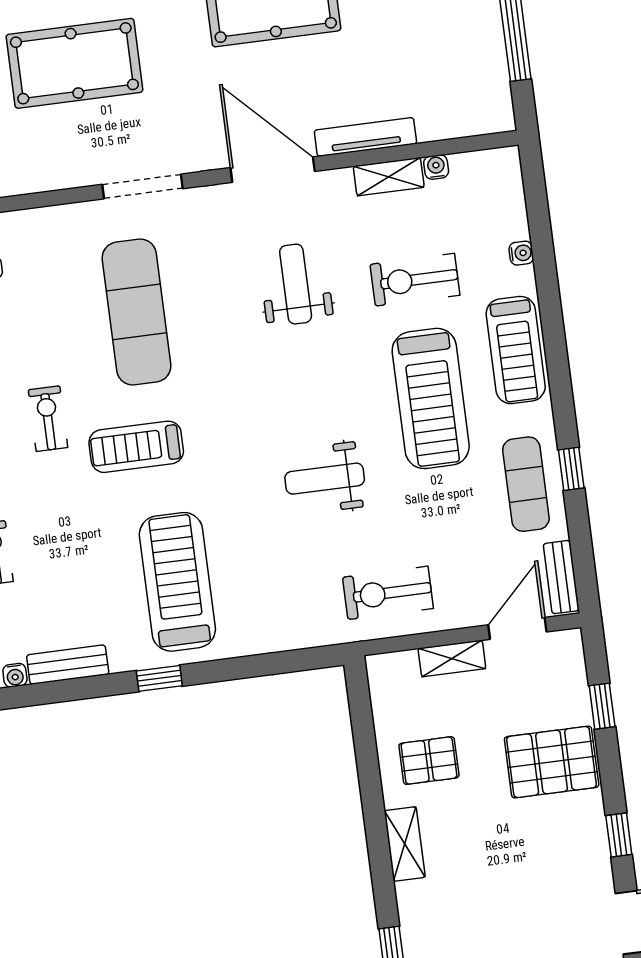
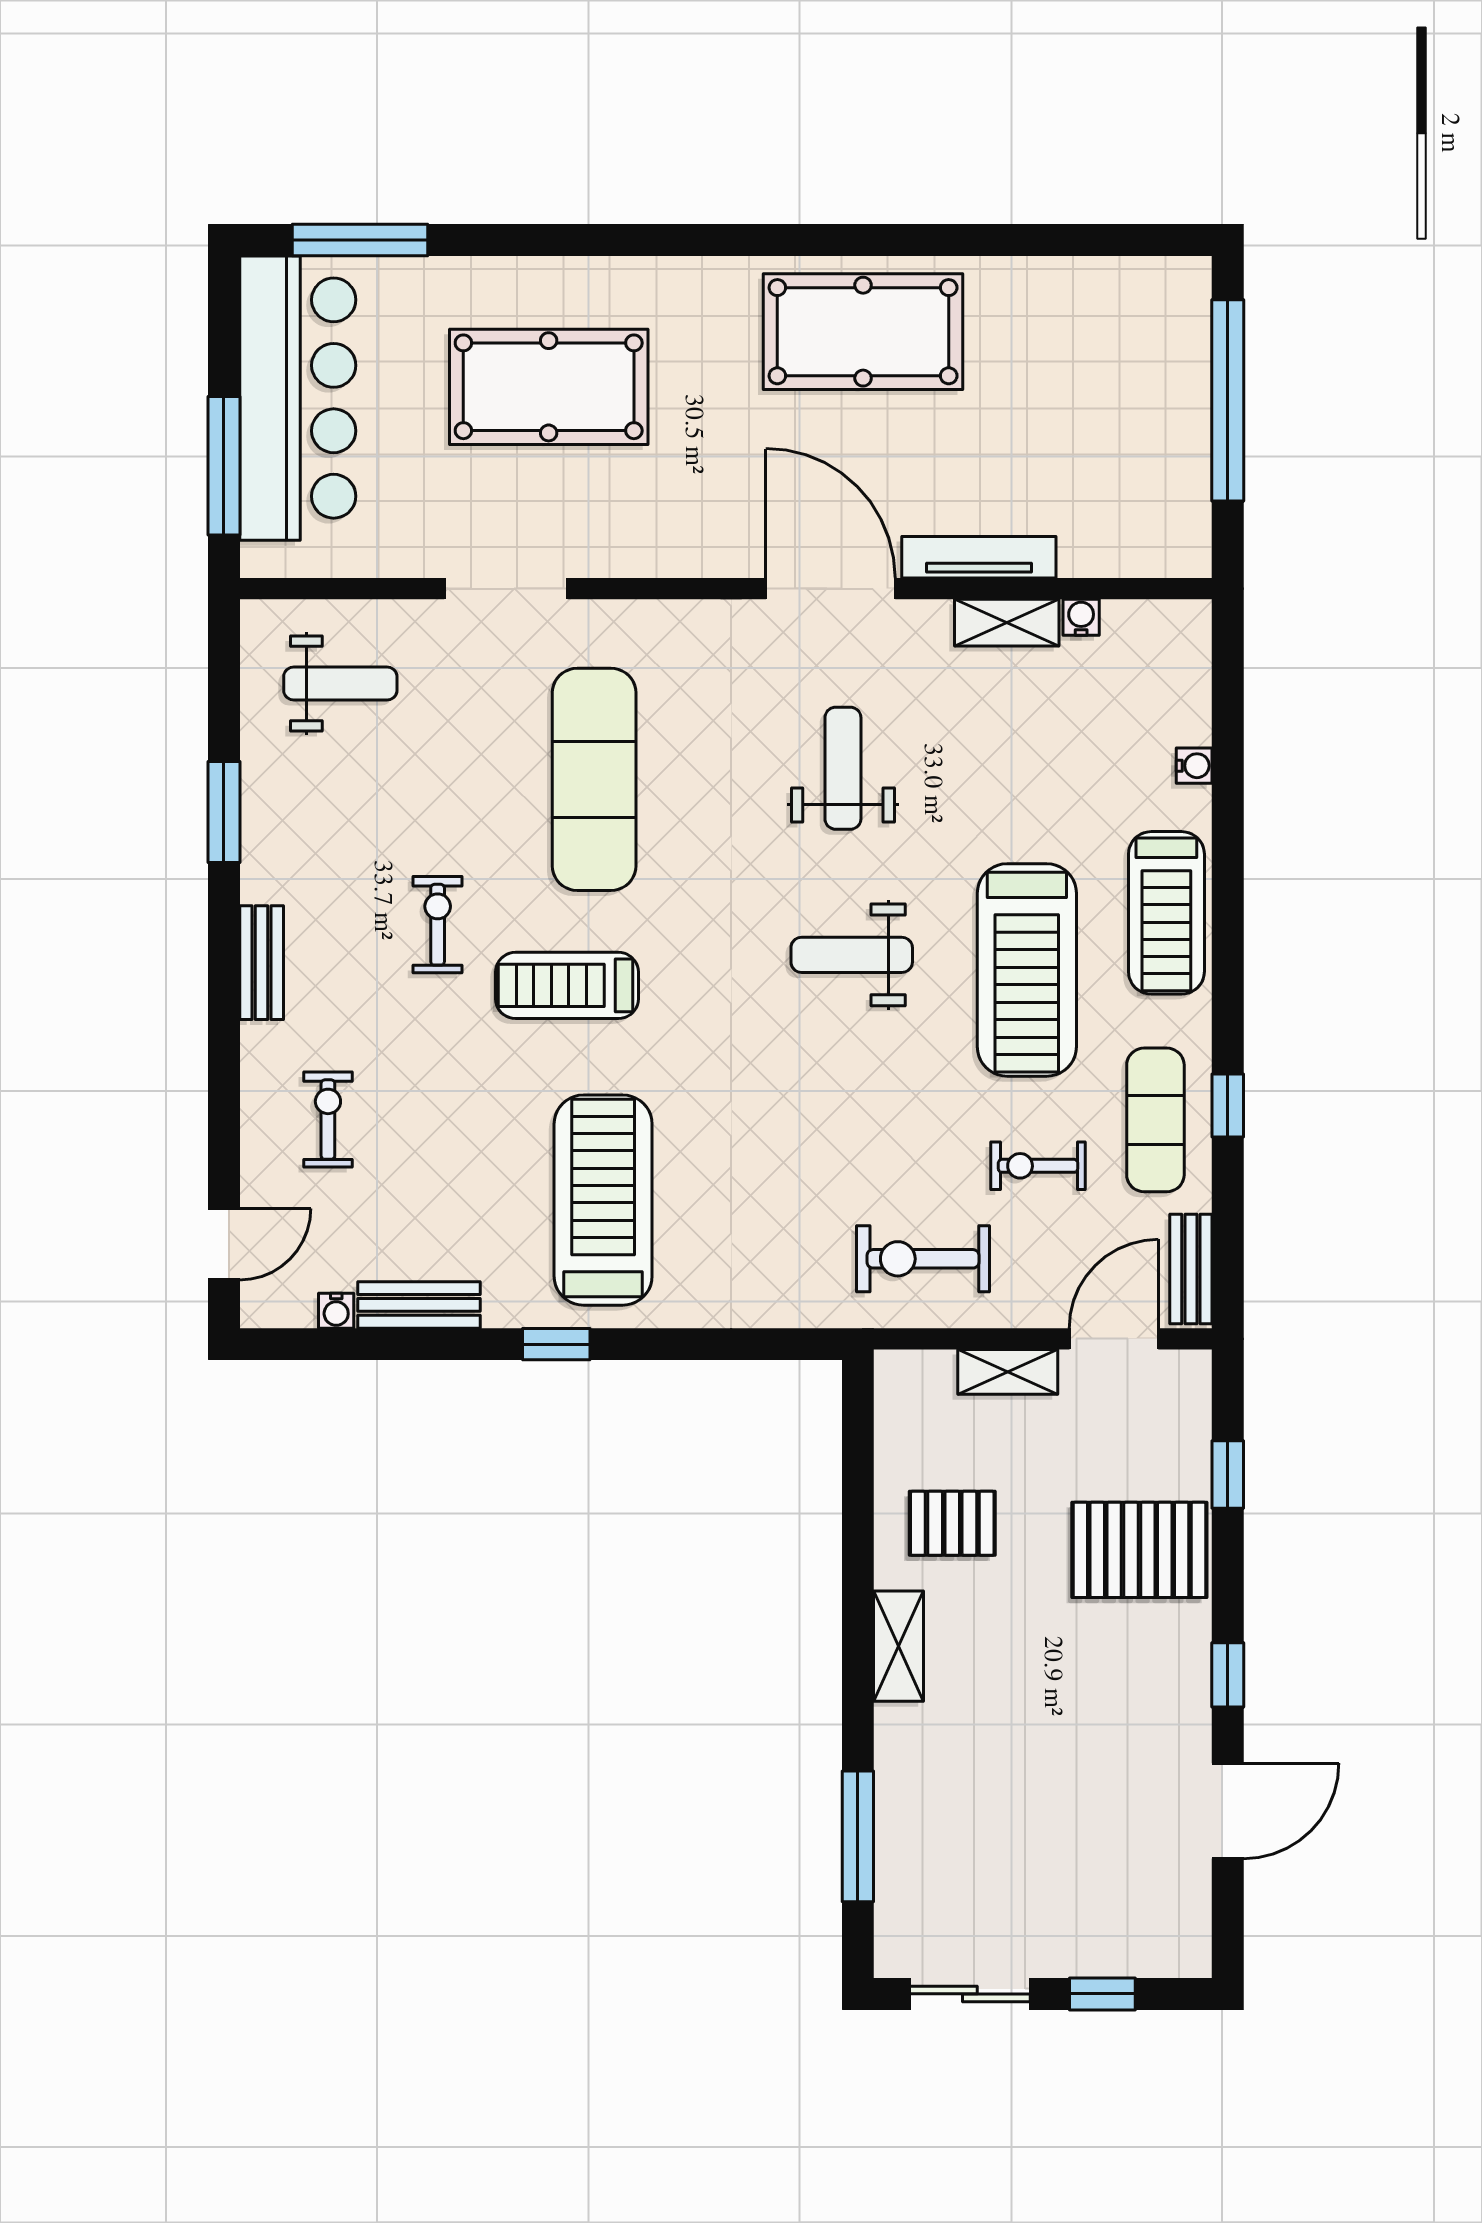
doorway: (143, 186) -> (506, 589), moved
exercise bike: (415, 280) -> (1038, 1166), moved, width x0.73, depth x0.72
weight bench: (325, 479) -> (852, 955), moved

